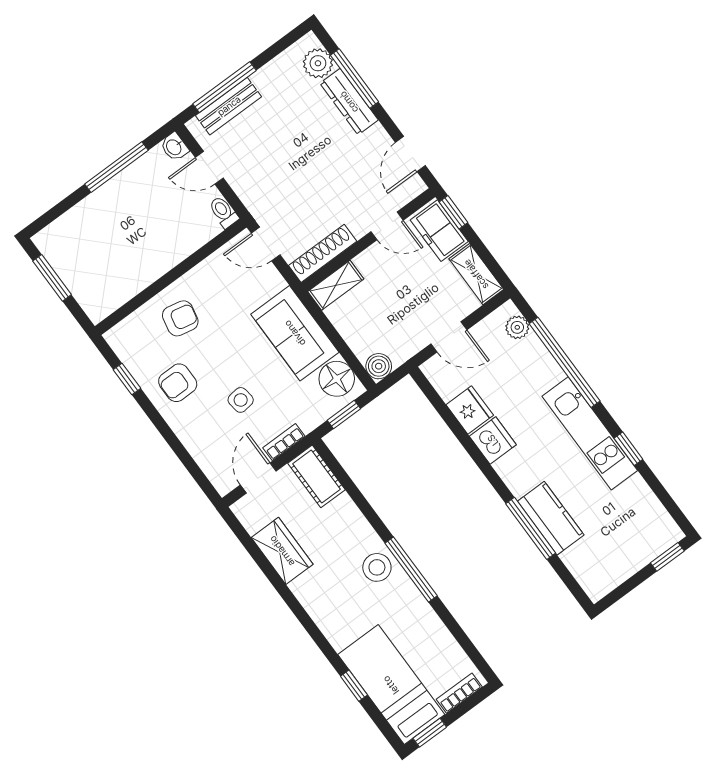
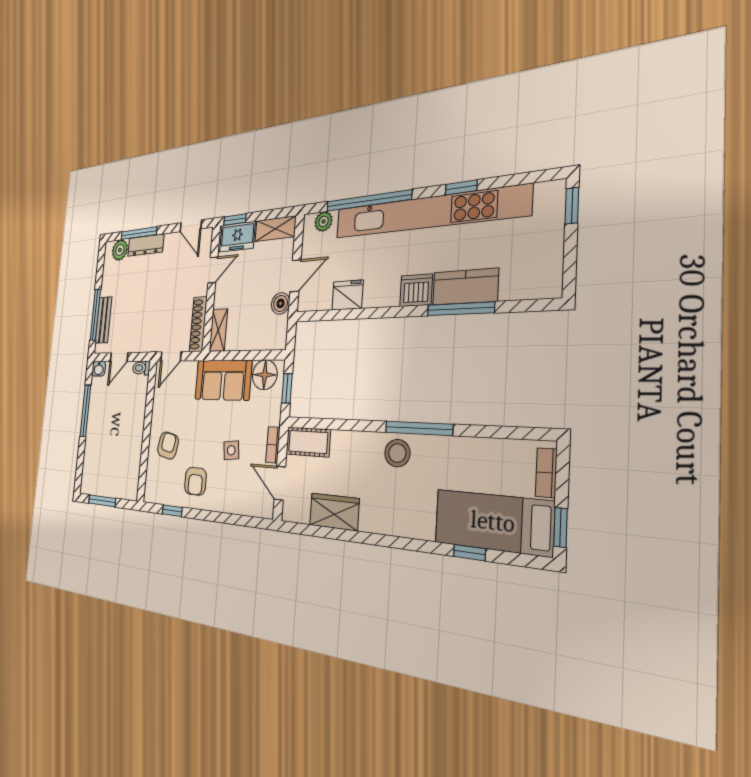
boiler: (379, 366) -> (281, 303), moved
kitchen unit: (590, 433) -> (428, 212), width x1.86
dishwasher: (493, 440) -> (416, 290), moved

